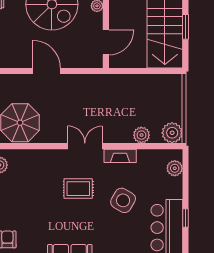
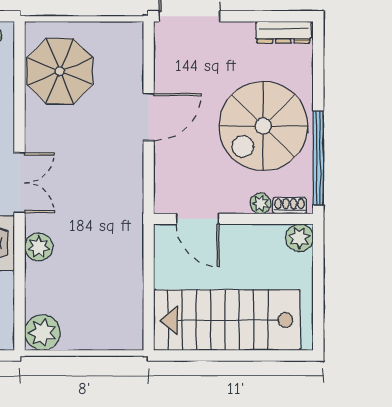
window: (185, 27) -> (224, 356), removed
plant: (141, 135) -> (39, 247), moved

